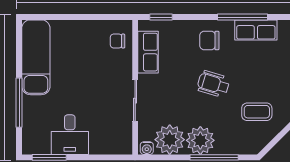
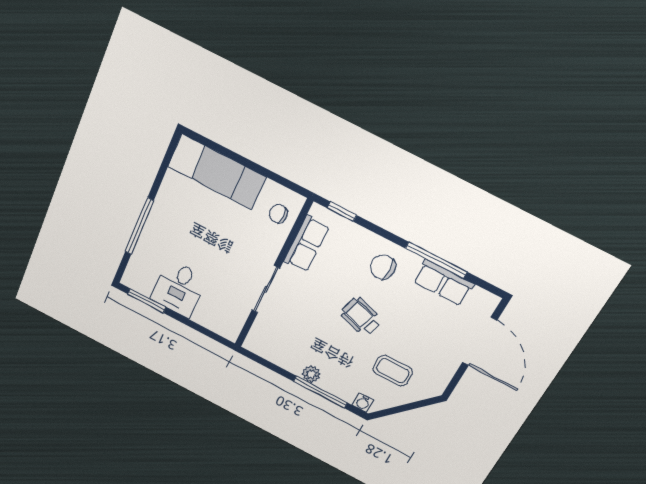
exam couch: (36, 57) -> (217, 172), moved, turned 90
plant: (170, 140) -> (282, 349), removed
plant: (200, 140) -> (311, 374), width x0.53, depth x0.53
water cooler: (147, 148) -> (363, 403), moved

